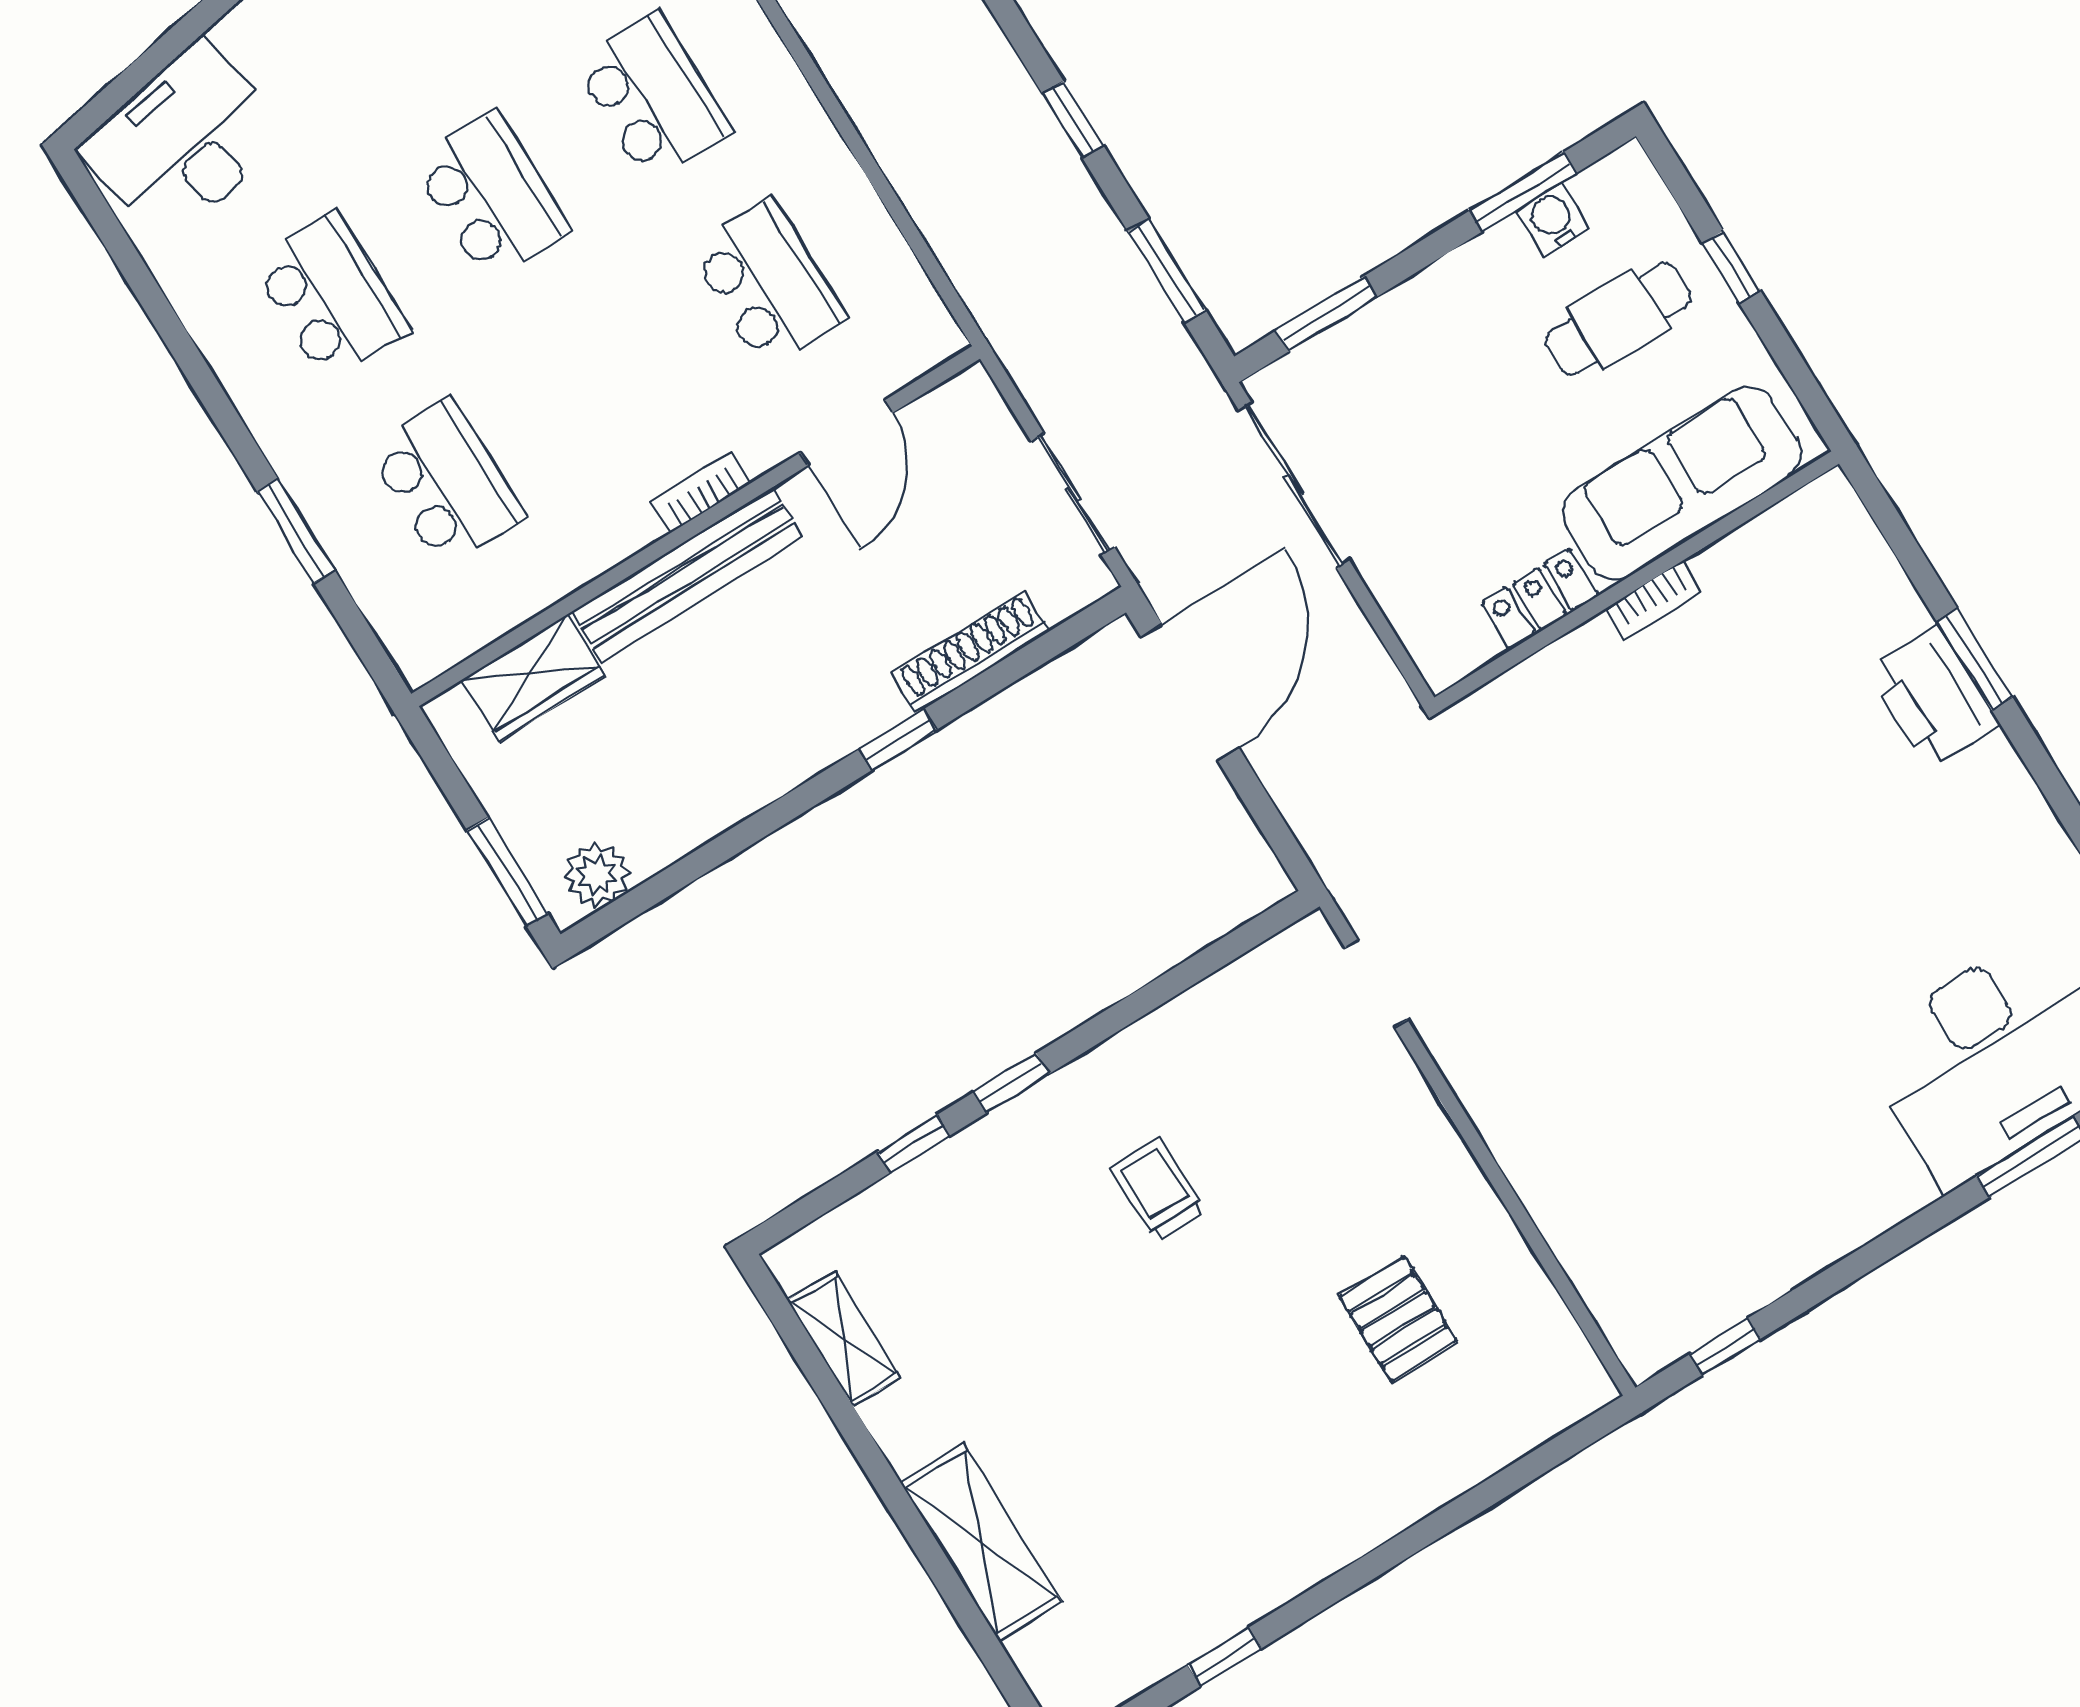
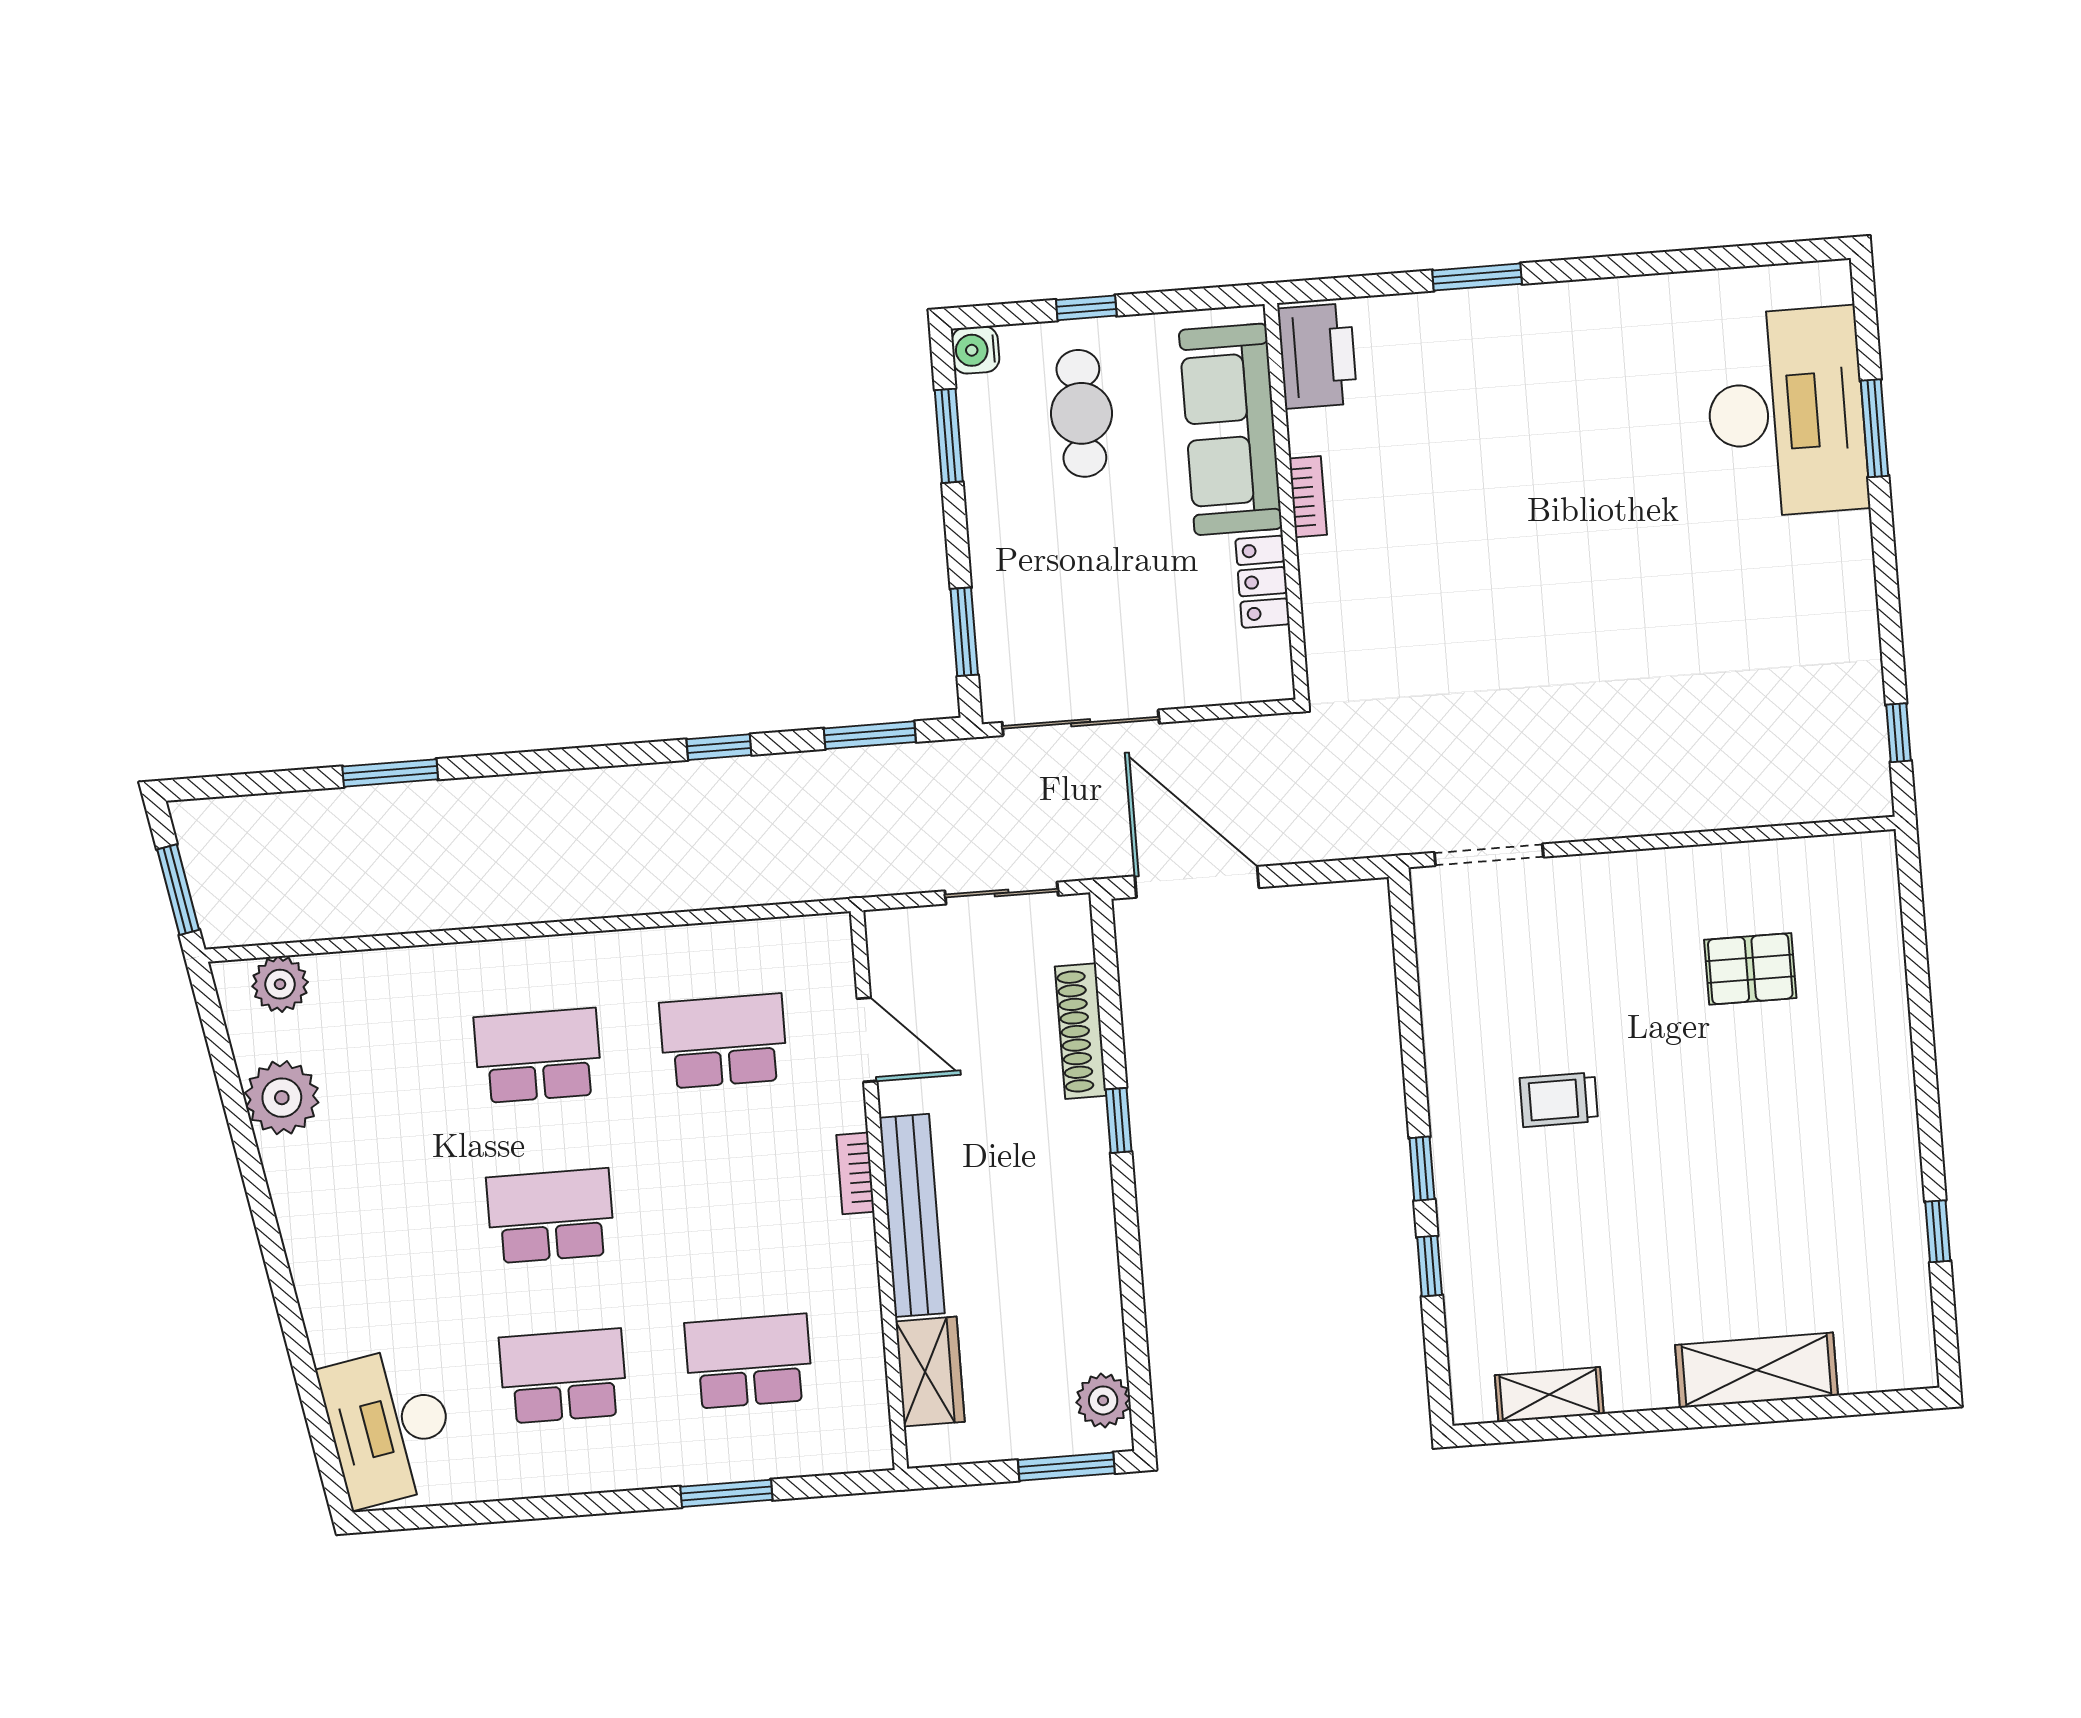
water cooler: (1553, 219) -> (975, 350), moved
printer: (1933, 697) -> (1317, 356), moved, turned -90
doorway: (1376, 984) -> (1489, 855), width x1.38

